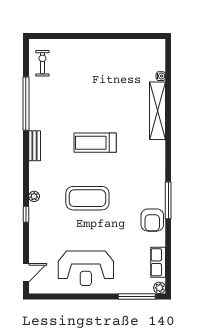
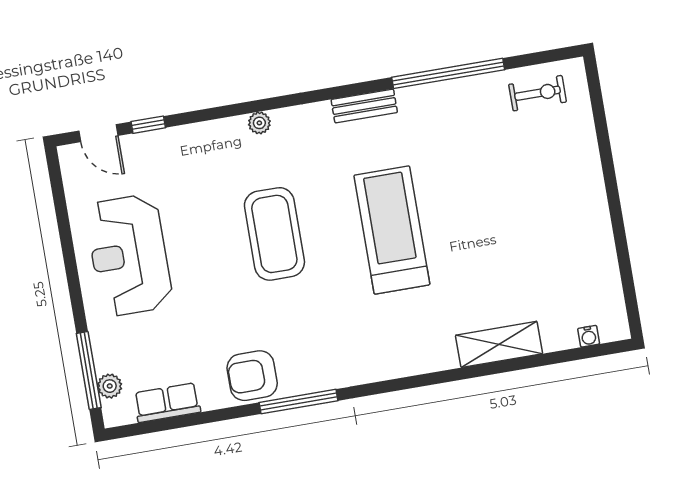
water cooler: (161, 76) -> (589, 336), moved
shelving: (157, 111) -> (499, 344), width x0.68
treadmill: (95, 143) -> (392, 230), width x1.37, depth x1.38
window: (26, 214) -> (148, 125), moved
plant: (160, 288) -> (110, 386), moved

